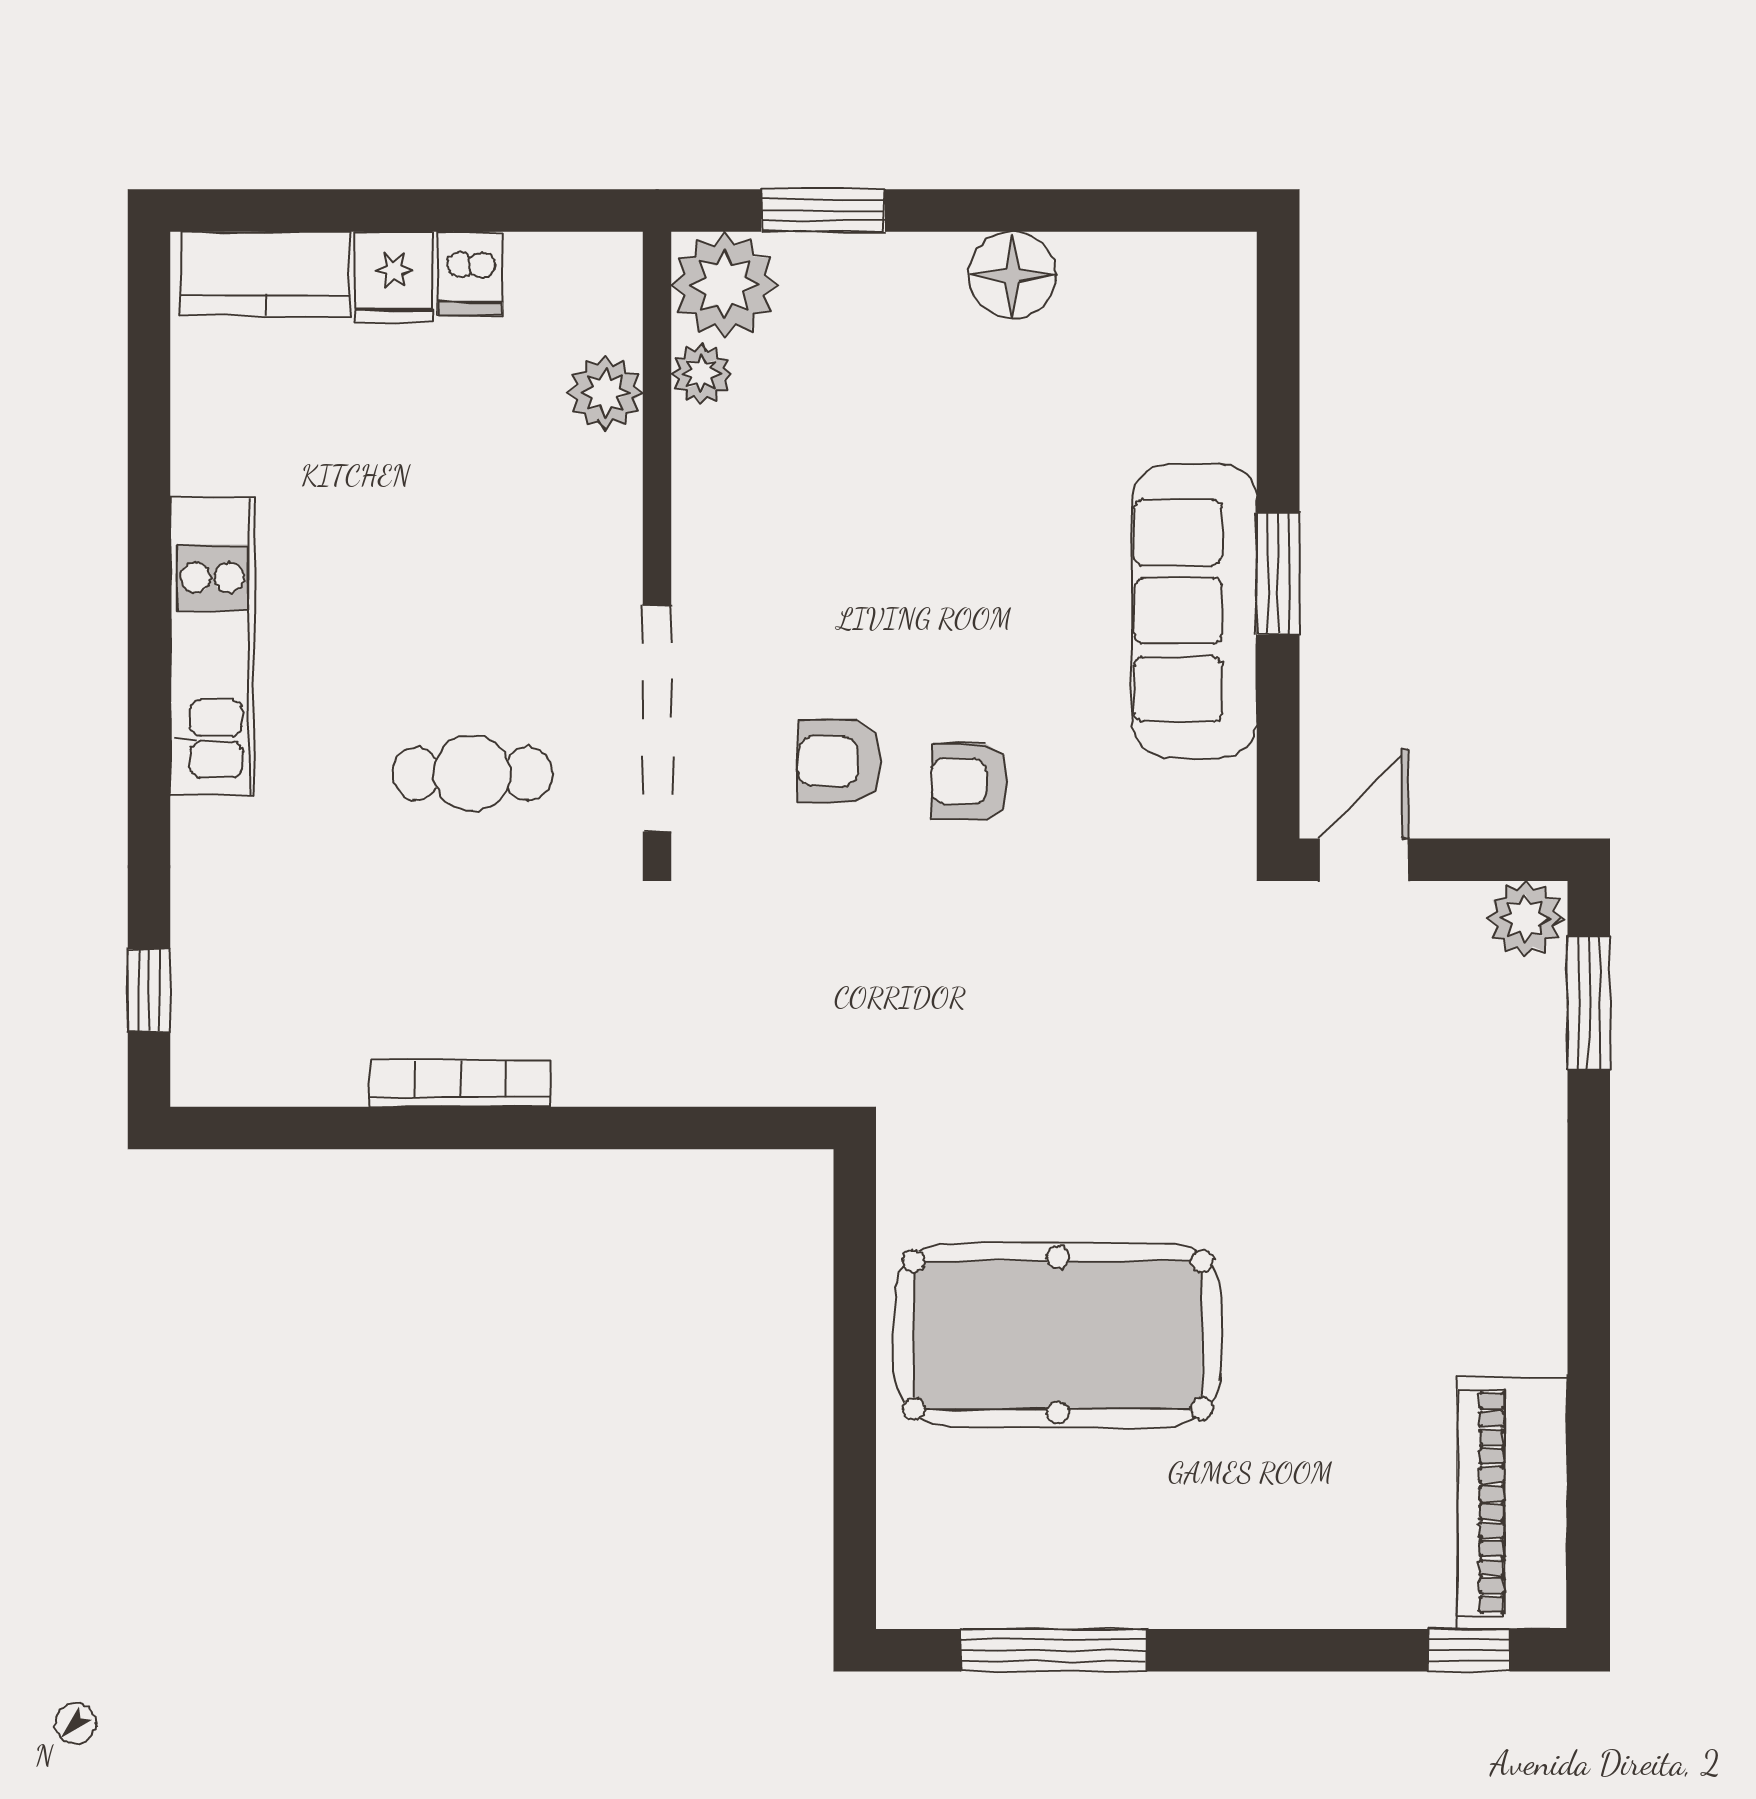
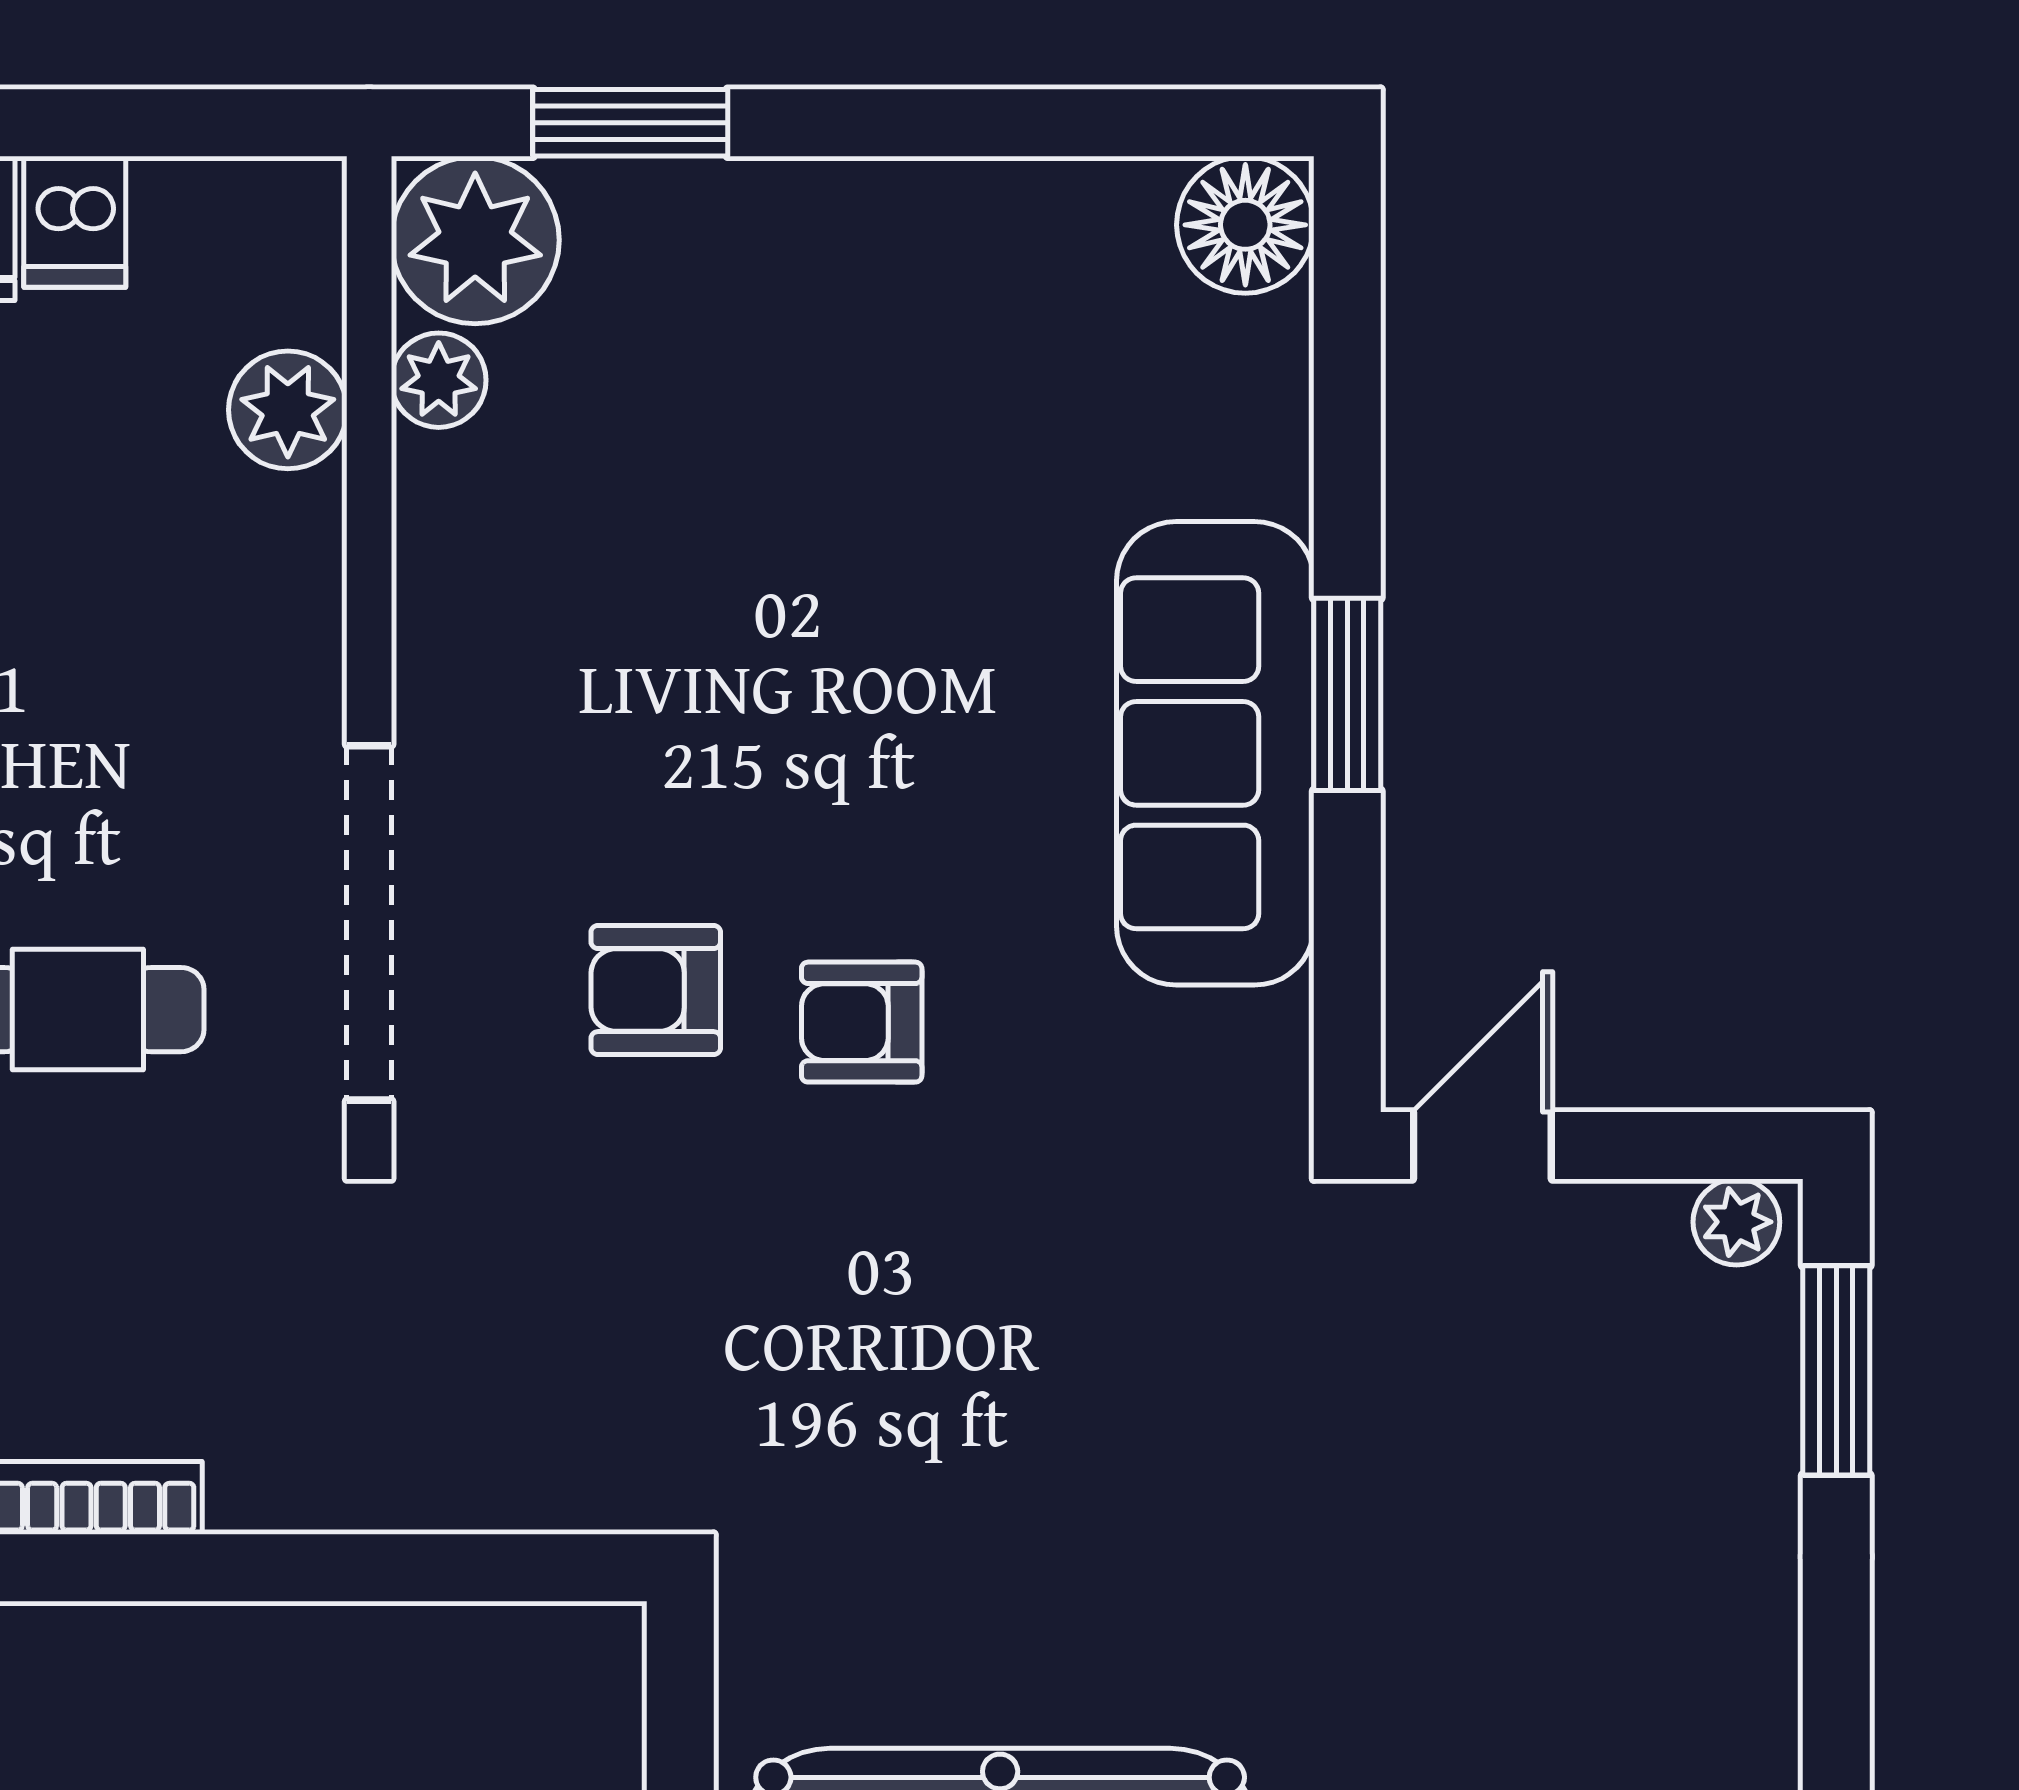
floor lamp: (1012, 275) -> (1245, 225), moved
plant: (1525, 919) -> (1736, 1222), width x0.73, depth x0.73

